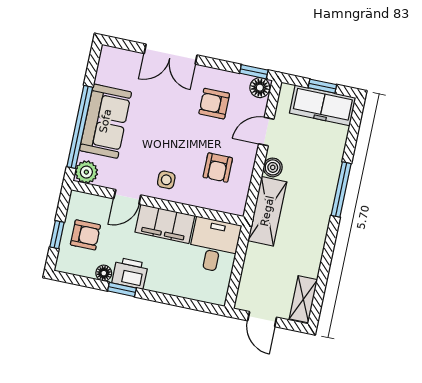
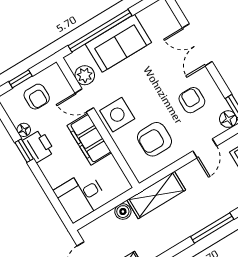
door: (266, 132) -> (205, 148), swing flipped
boiler: (273, 167) -> (123, 212), moved
armchair: (218, 168) -> (155, 139), width x1.38, depth x1.38
plant: (86, 172) -> (85, 75), moved
side table: (166, 180) -> (117, 115), width x1.87, depth x1.87
desk: (214, 245) -> (81, 196), moved, turned 180

